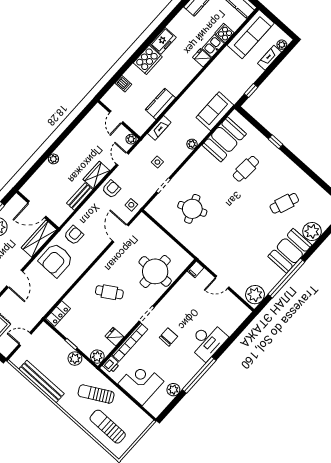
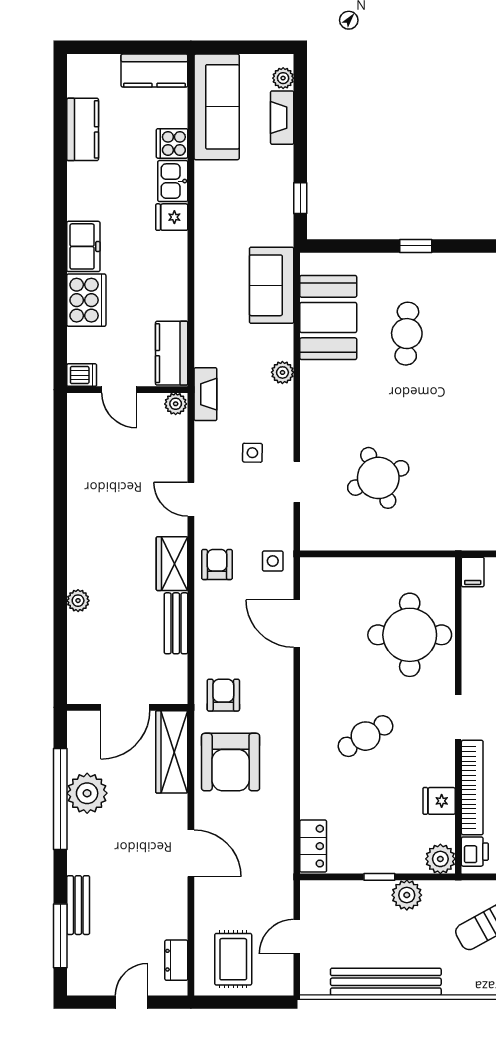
door: (116, 117) -> (119, 390), moved
wall: (119, 120) -> (127, 390), moved
plant: (131, 139) -> (176, 404), moved

